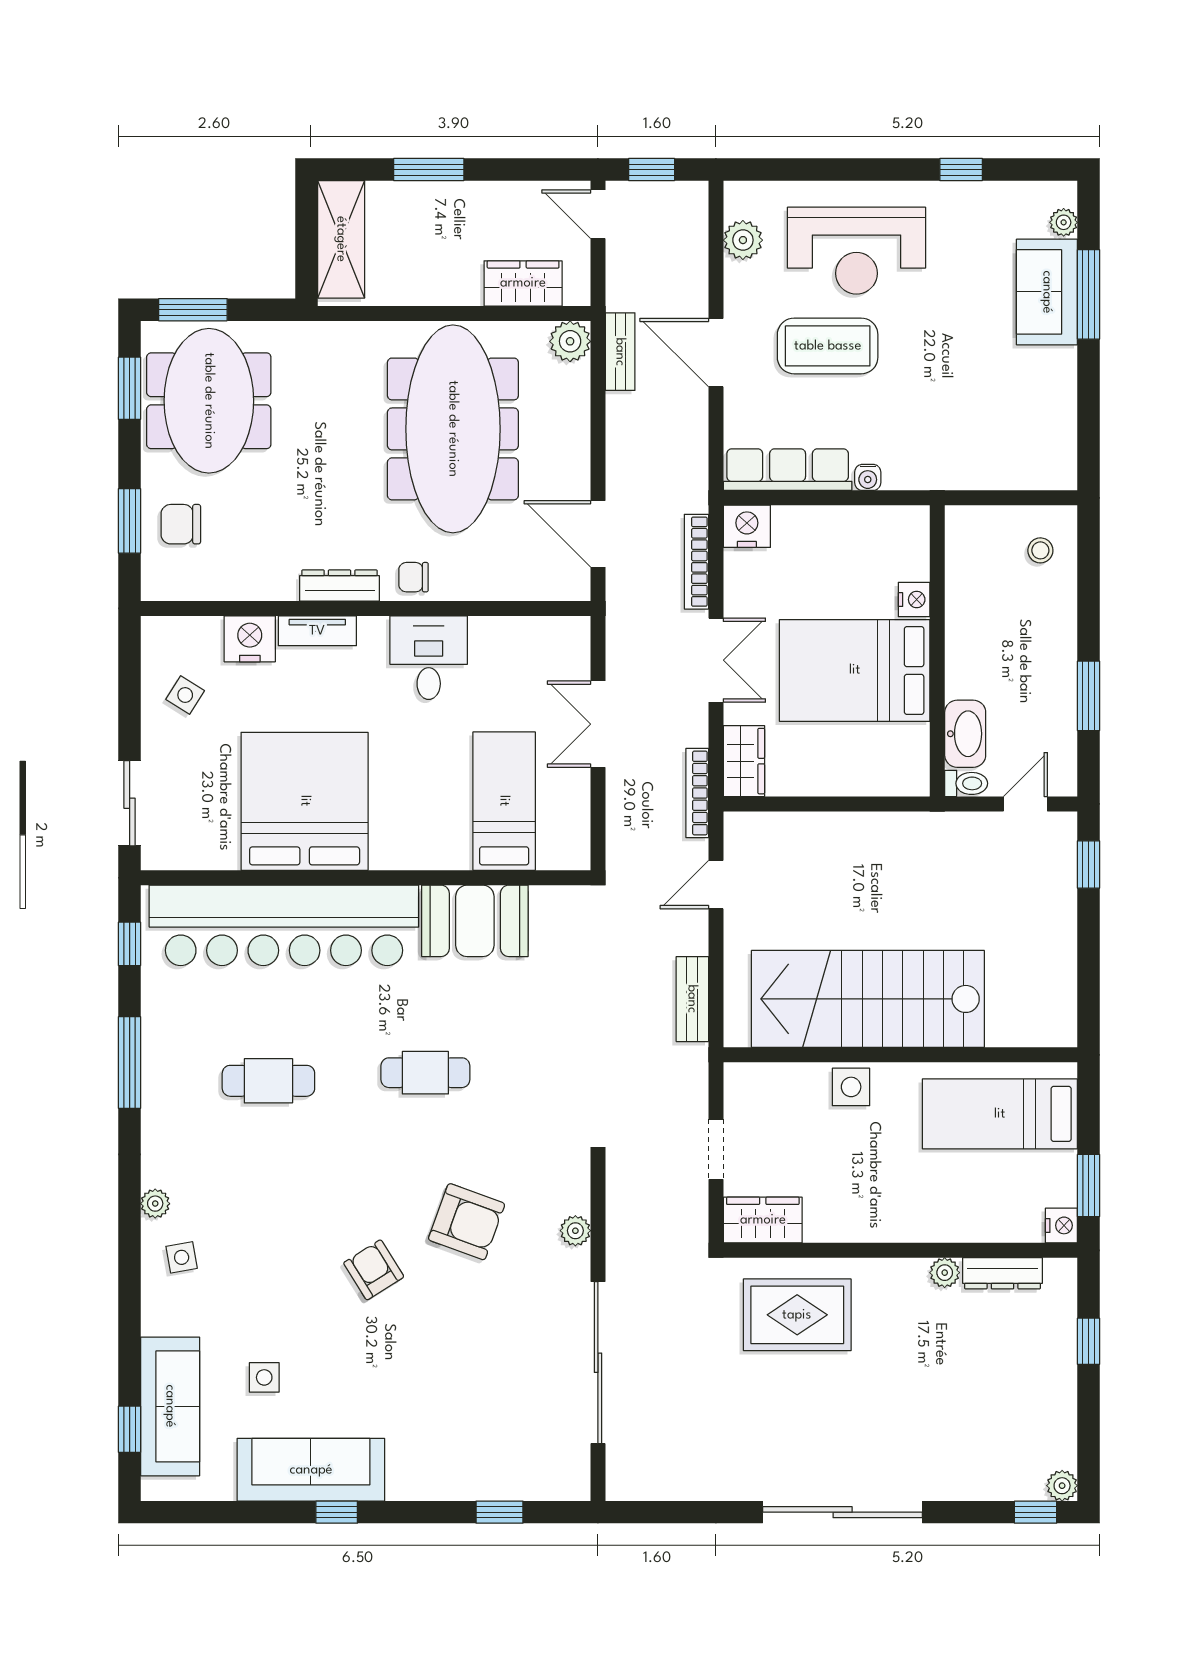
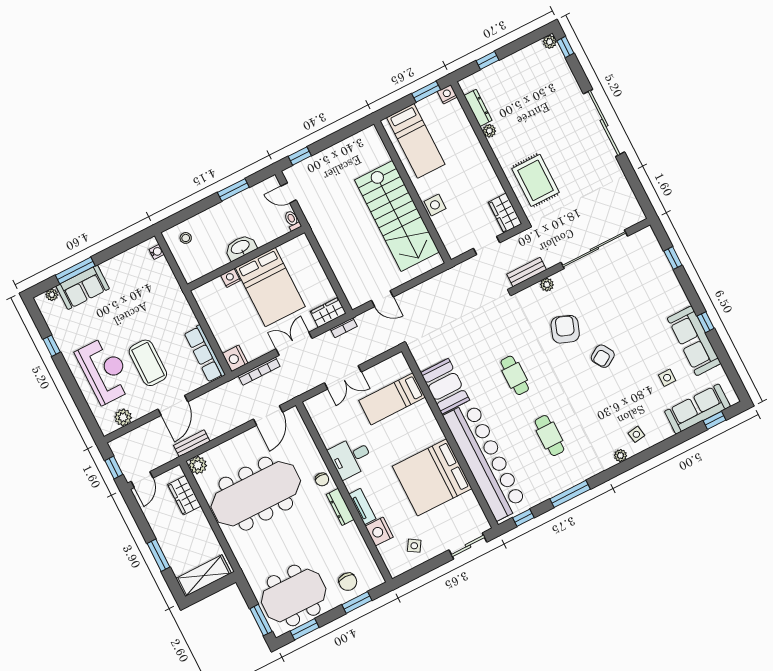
water cooler: (868, 477) -> (157, 252), moved
washbasin: (965, 734) -> (240, 247), moved
bookcase: (697, 793) -> (344, 328), width x0.64
bench: (692, 999) -> (527, 272), moved

